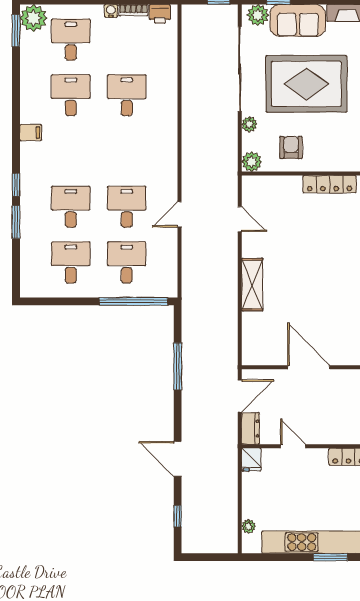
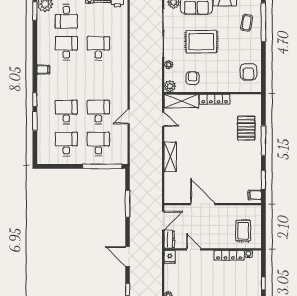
desk: (71, 40) -> (66, 16), turned 180
rug: (306, 84) -> (201, 42), width x0.73, depth x0.69
shelving: (272, 187) -> (181, 101), added

